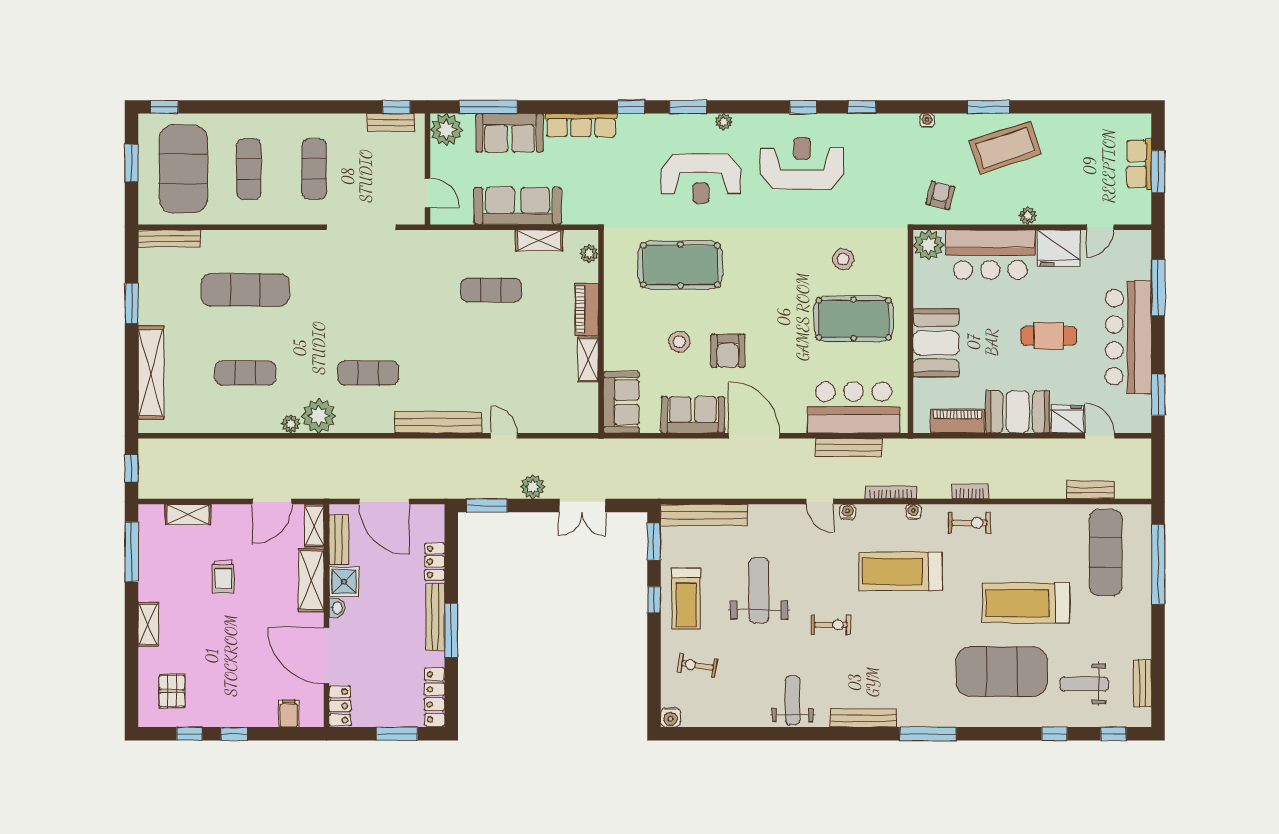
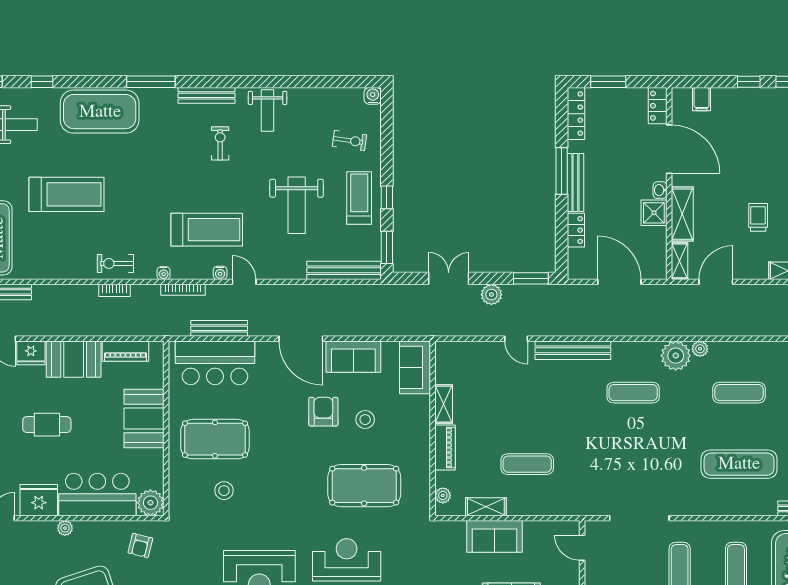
sofa: (518, 206) -> (494, 536), width x0.73
bench: (339, 540) -> (658, 249), removed
treadmill: (901, 571) -> (207, 230), moved
exercise bike: (831, 625) -> (220, 143), moved, turned 90
exercise mat: (1002, 672) -> (100, 112), moved

